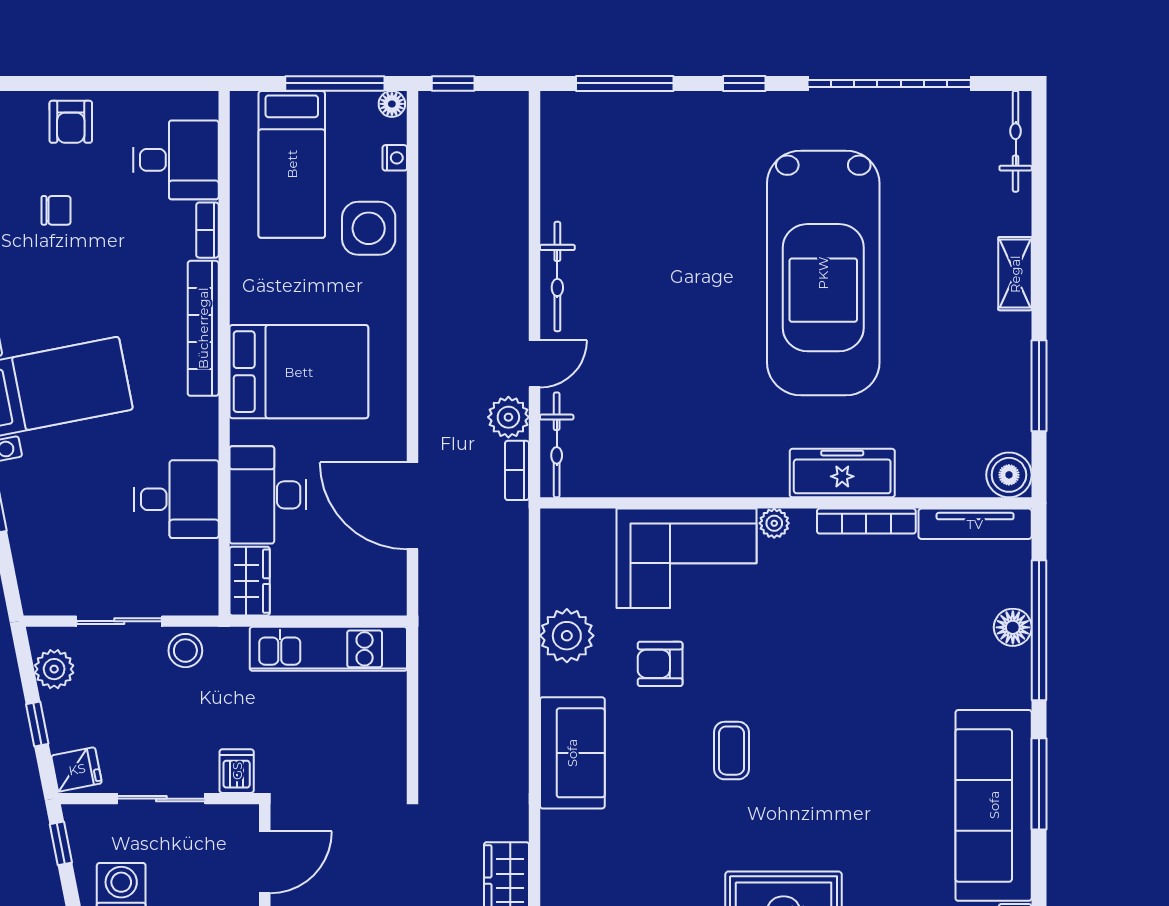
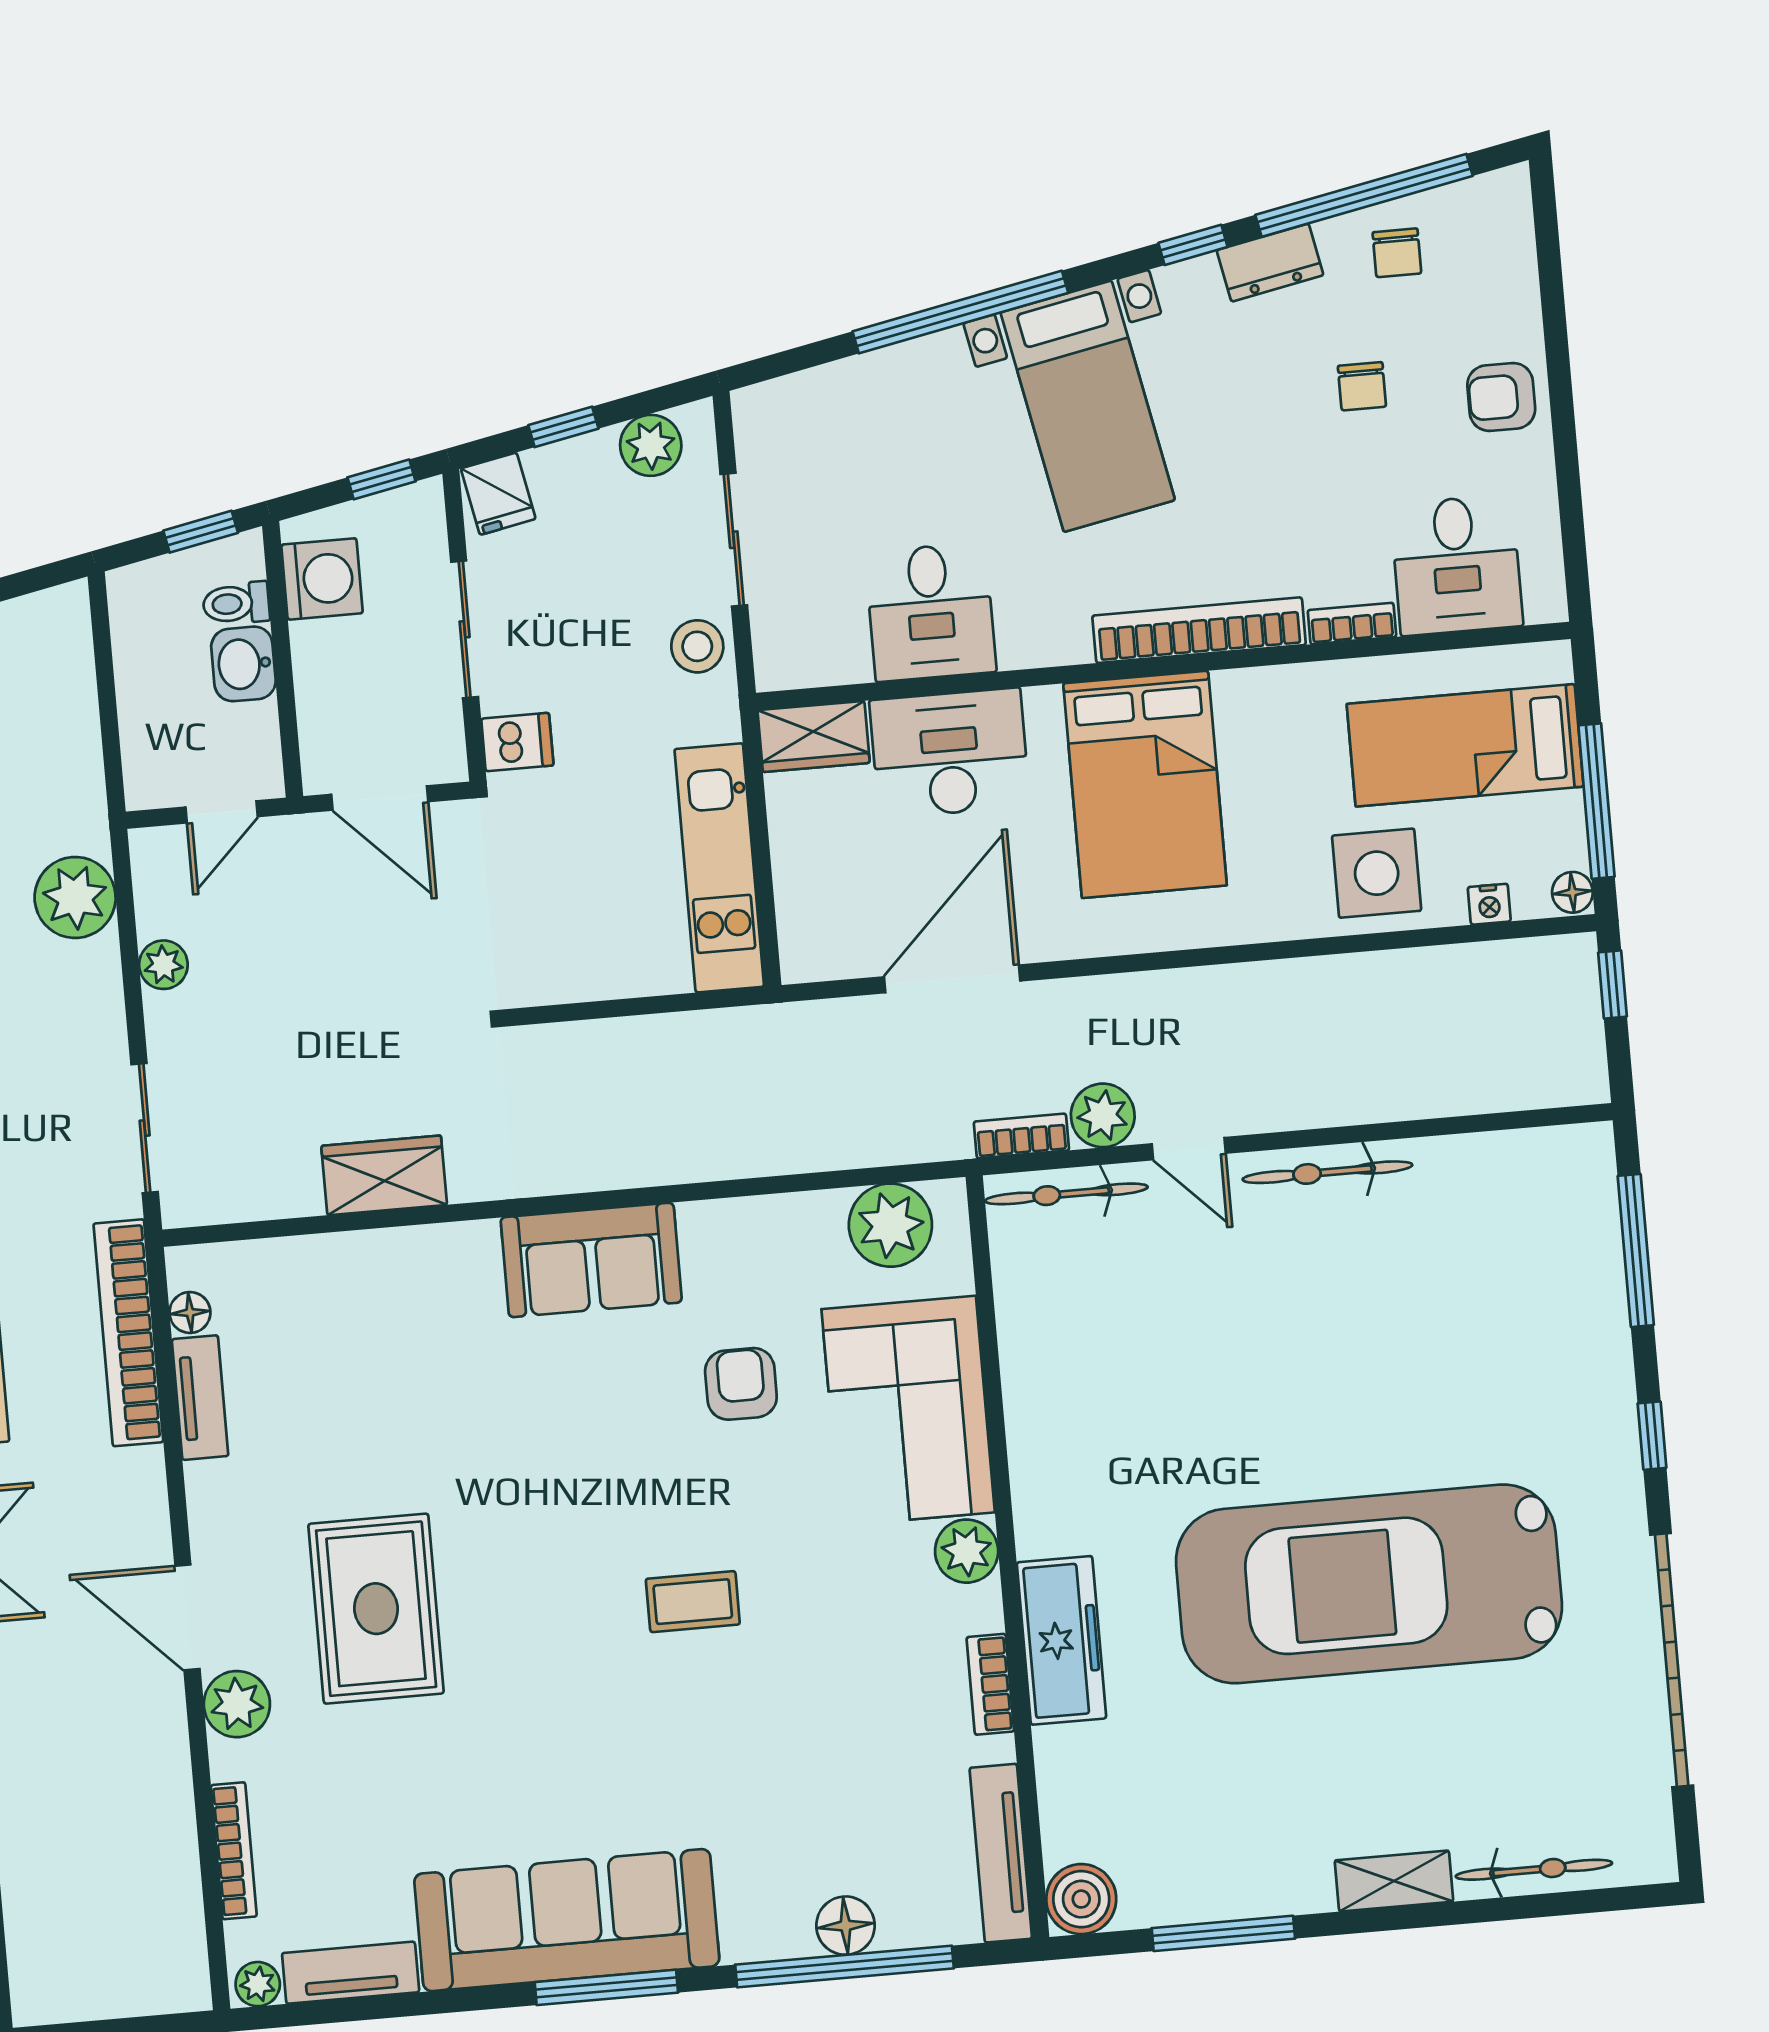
bicycle: (1016, 141) -> (1534, 1870), moved
bookcase: (866, 521) -> (990, 1684), width x0.64
plant: (774, 523) -> (967, 1551), width x1.38, depth x1.38
plant: (567, 636) -> (890, 1225), moved
coffee table: (731, 751) -> (693, 1602), moved

